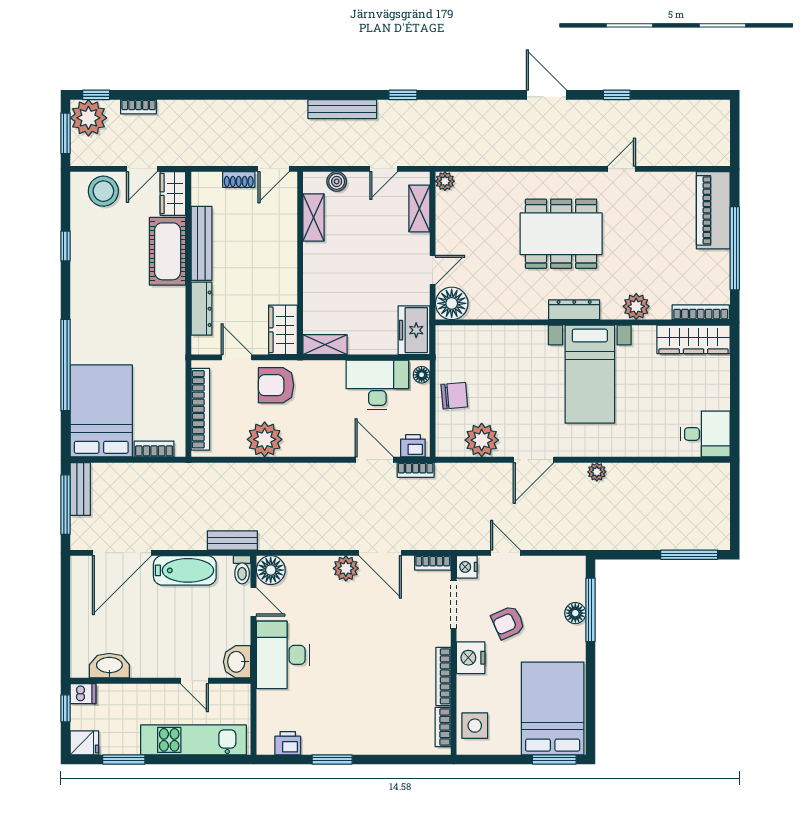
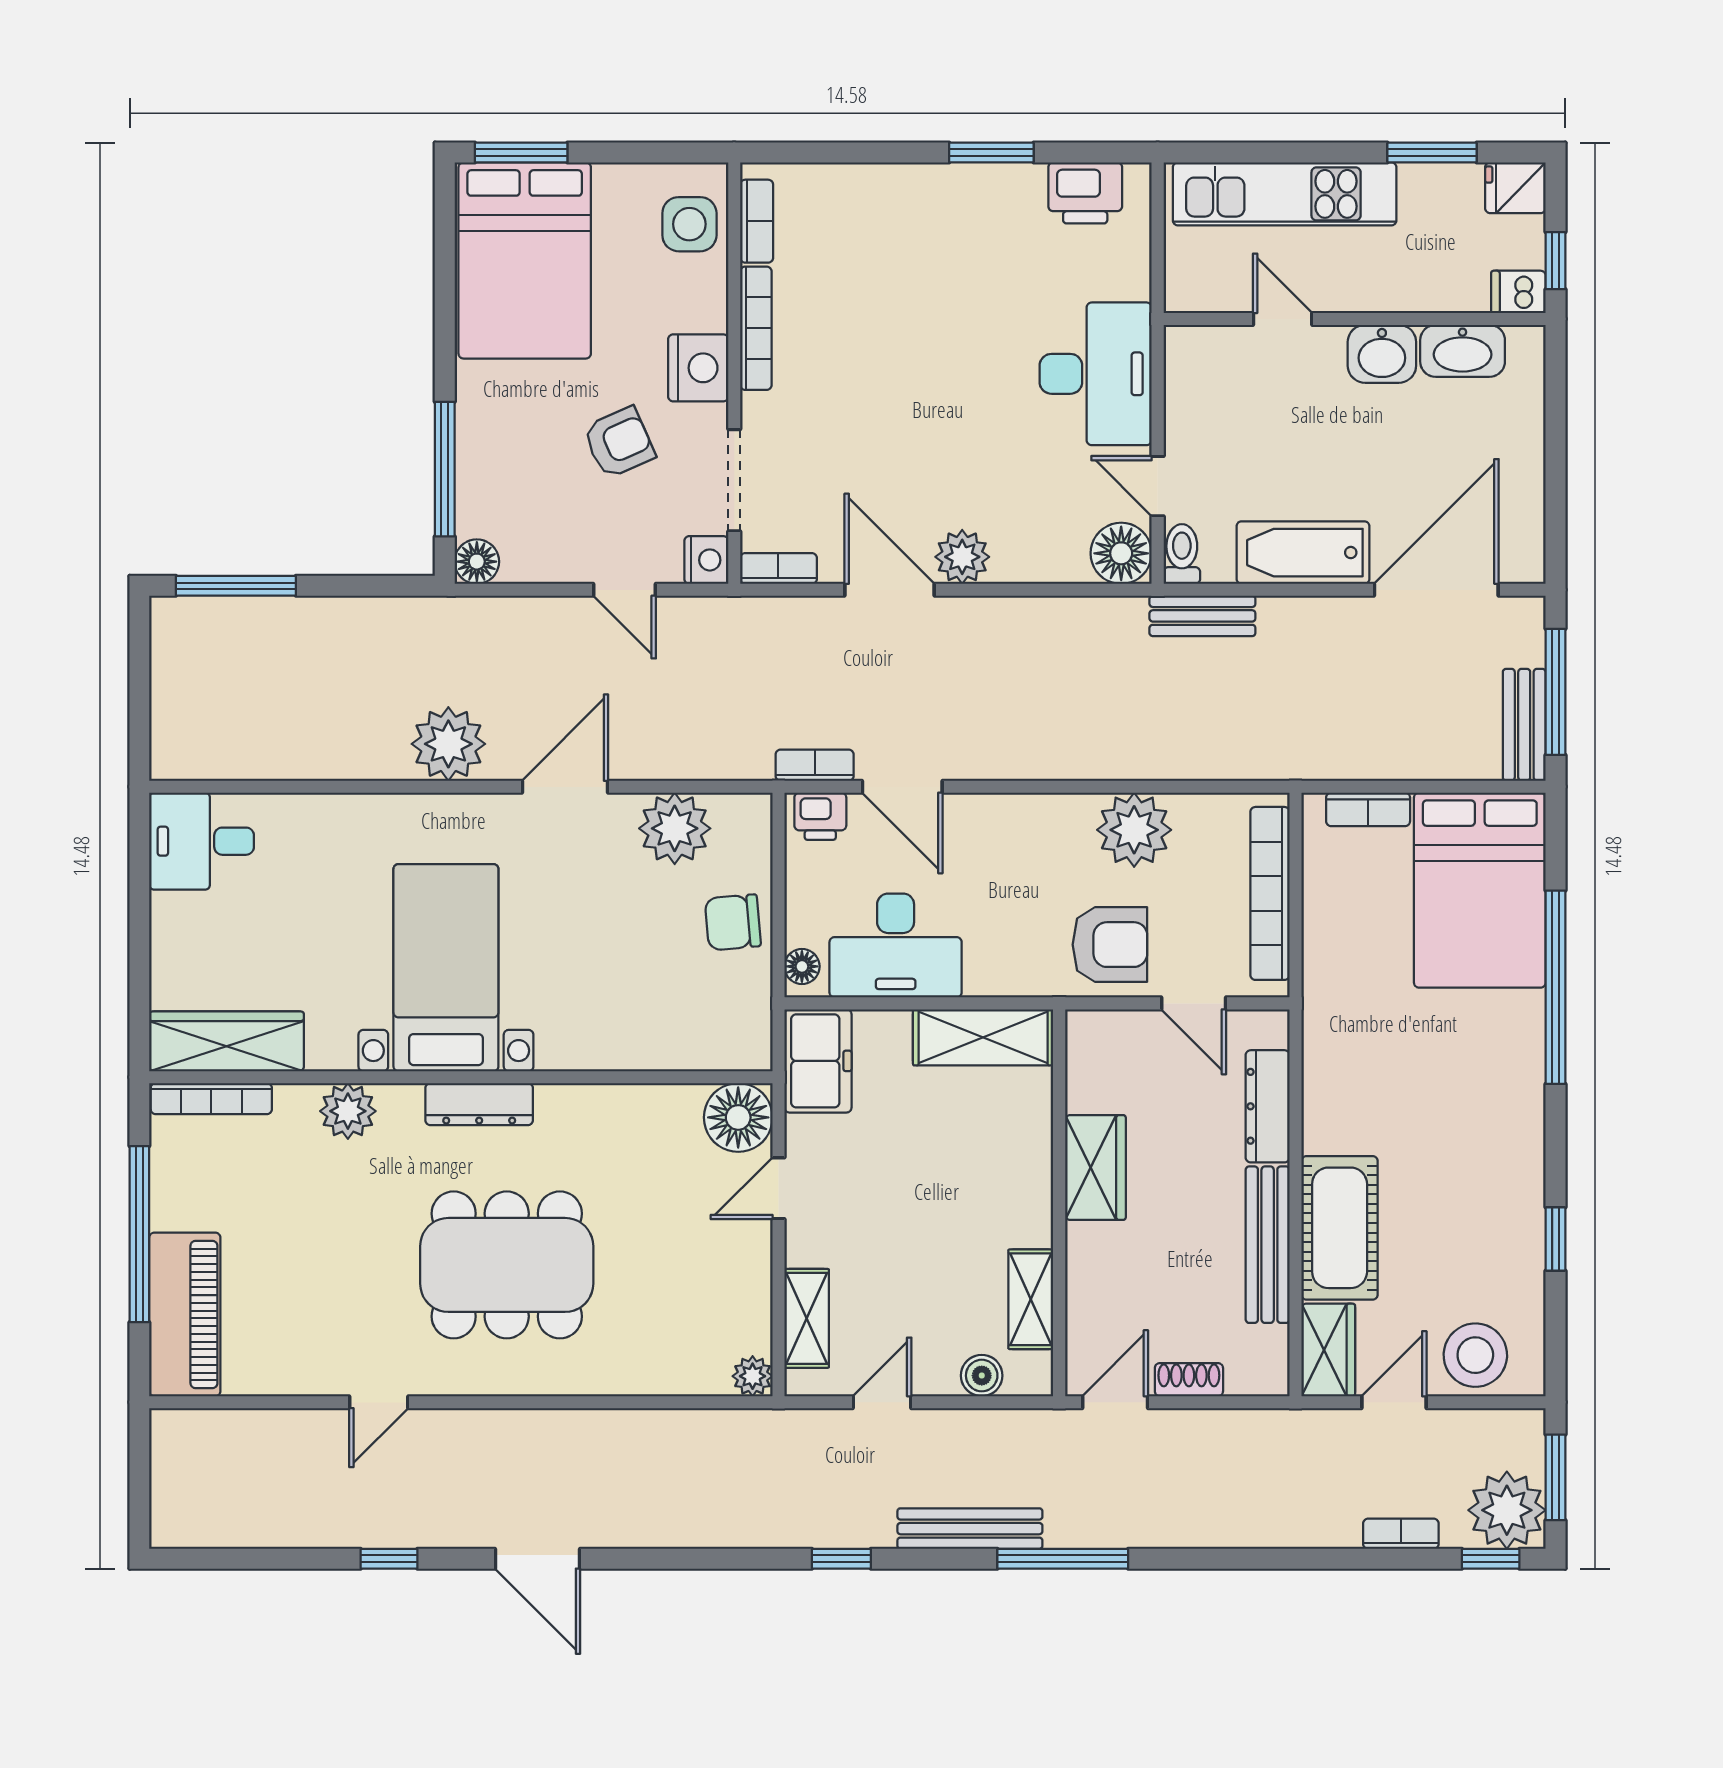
window: (298, 95) -> (1063, 1559), added
wardrobe: (283, 330) -> (1095, 1168), moved
shelving: (325, 345) -> (983, 1037), width x1.50, depth x1.33
plant: (597, 472) -> (448, 744), width x1.88, depth x1.88
floor lamp: (575, 613) -> (477, 562), moved
washbasin: (237, 662) -> (1382, 354), moved, turned 90
printer: (288, 743) -> (1085, 193), width x1.36, depth x1.24

